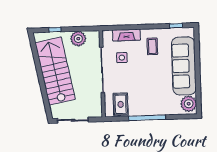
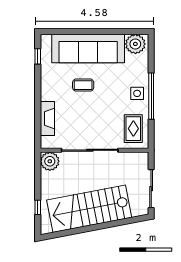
plant: (78, 39) -> (50, 161), moved
coffee table: (152, 46) -> (83, 85), moved
side table: (122, 58) -> (137, 93), moved
rug: (121, 104) -> (133, 129), turned 90

